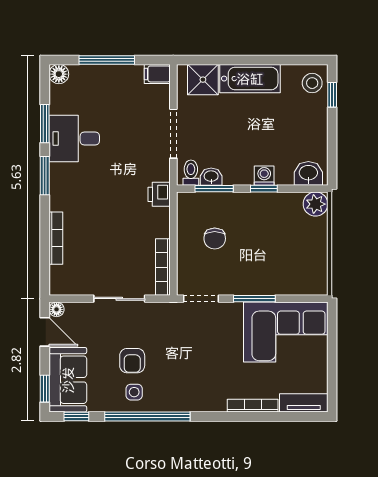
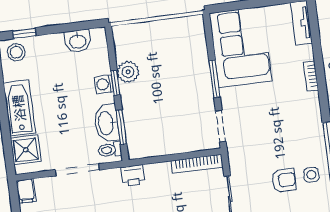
washbasin: (308, 173) -> (78, 41), moved, turned -90
washbasin: (211, 177) -> (106, 123), width x1.91, depth x1.45
plant: (316, 204) -> (128, 72), moved
chair: (215, 239) -> (166, 121), removed
bookcase: (253, 406) -> (311, 76), width x0.64

